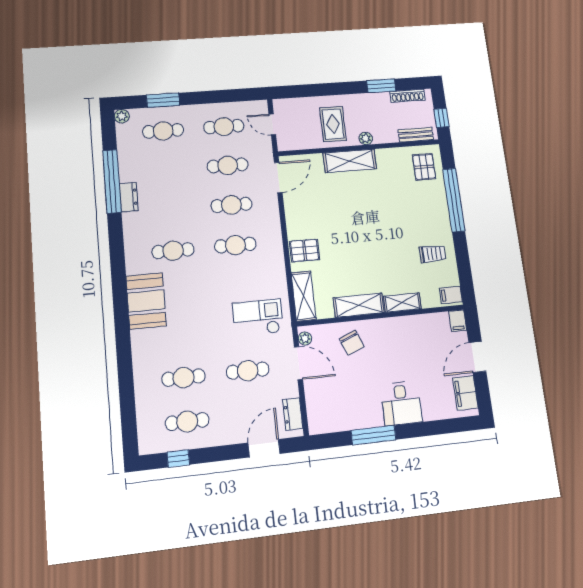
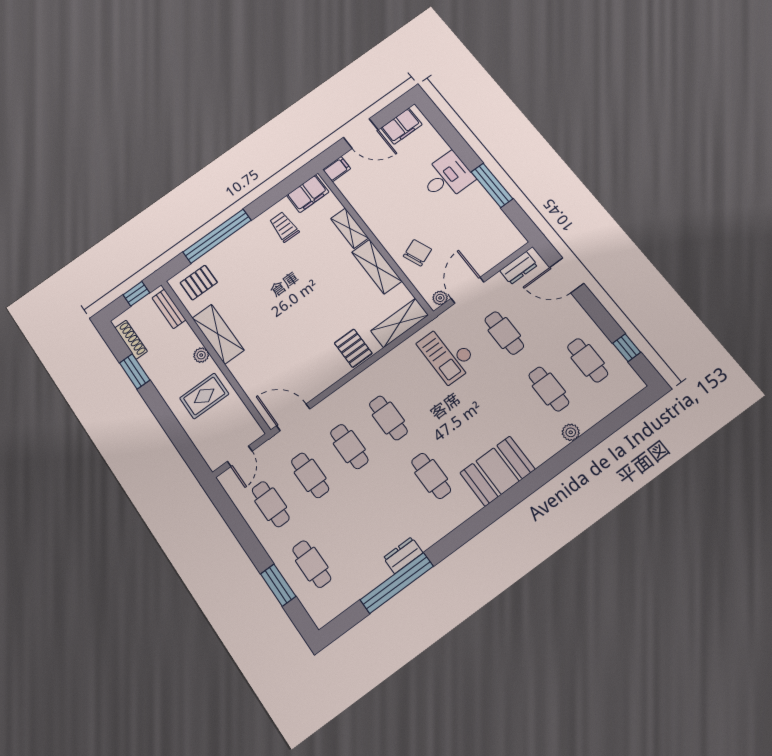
plant: (122, 116) -> (571, 432), moved
shelving: (350, 161) -> (218, 334), moved
filing cabinet: (451, 295) -> (308, 194), width x2.00

